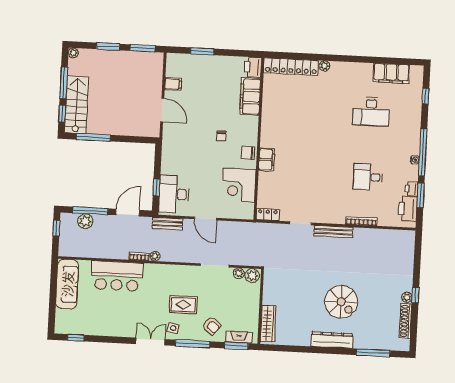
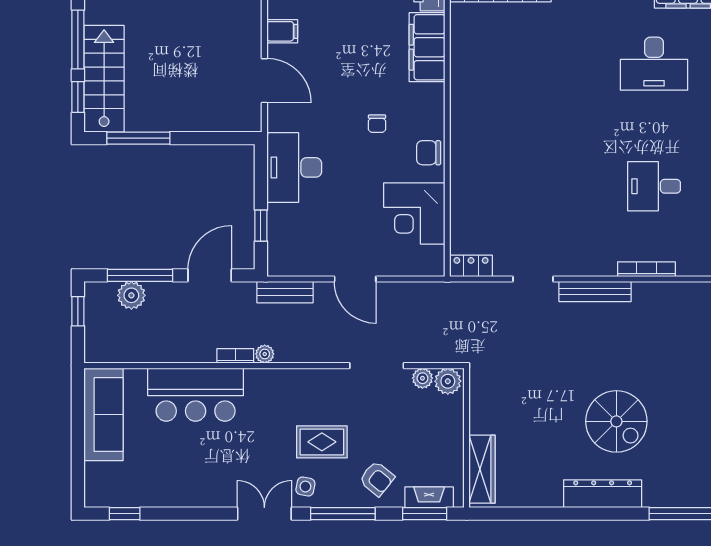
filing cabinet: (267, 160) -> (464, 163), removed
desk: (174, 194) -> (294, 167), moved

